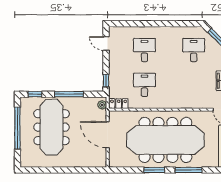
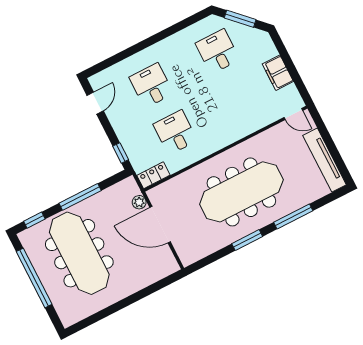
door: (106, 44) -> (95, 103), swing flipped
plant: (102, 105) -> (139, 202), moved
meeting table: (165, 140) -> (241, 192), width x0.73, depth x0.79

